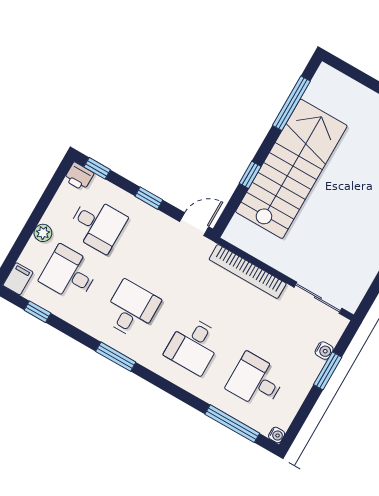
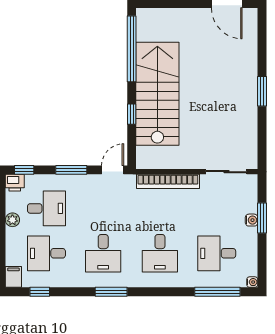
window: (291, 103) -> (132, 49), width x1.46
window: (149, 198) -> (71, 170), width x1.50
plant: (43, 233) -> (12, 220), moved
desk: (131, 309) -> (103, 253), turned 180
water cooler: (324, 351) -> (252, 220), moved

